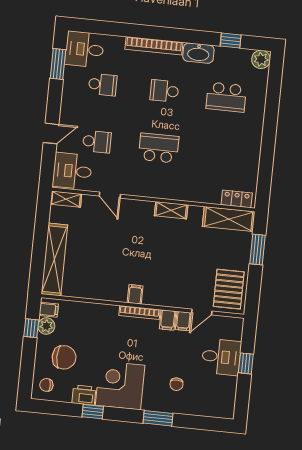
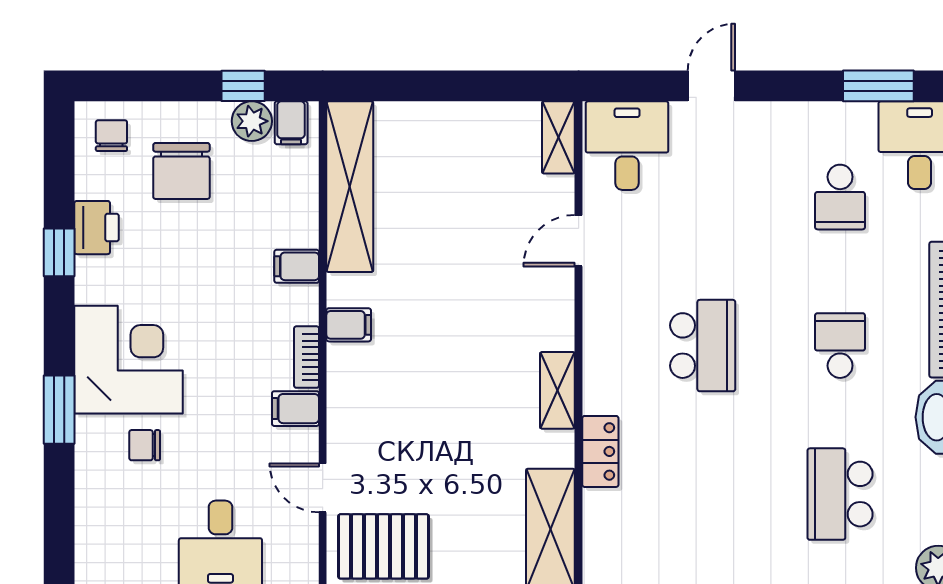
door: (51, 133) -> (711, 86), swing flipped
school desk: (97, 142) -> (703, 197), removed
locker: (237, 199) -> (600, 451), moved
shelving: (54, 260) -> (350, 187), moved, turned 90
bookcase: (139, 312) -> (306, 357), width x0.64
filing cabinet: (183, 321) -> (297, 266), moved
corner desk: (120, 385) -> (129, 360), moved

